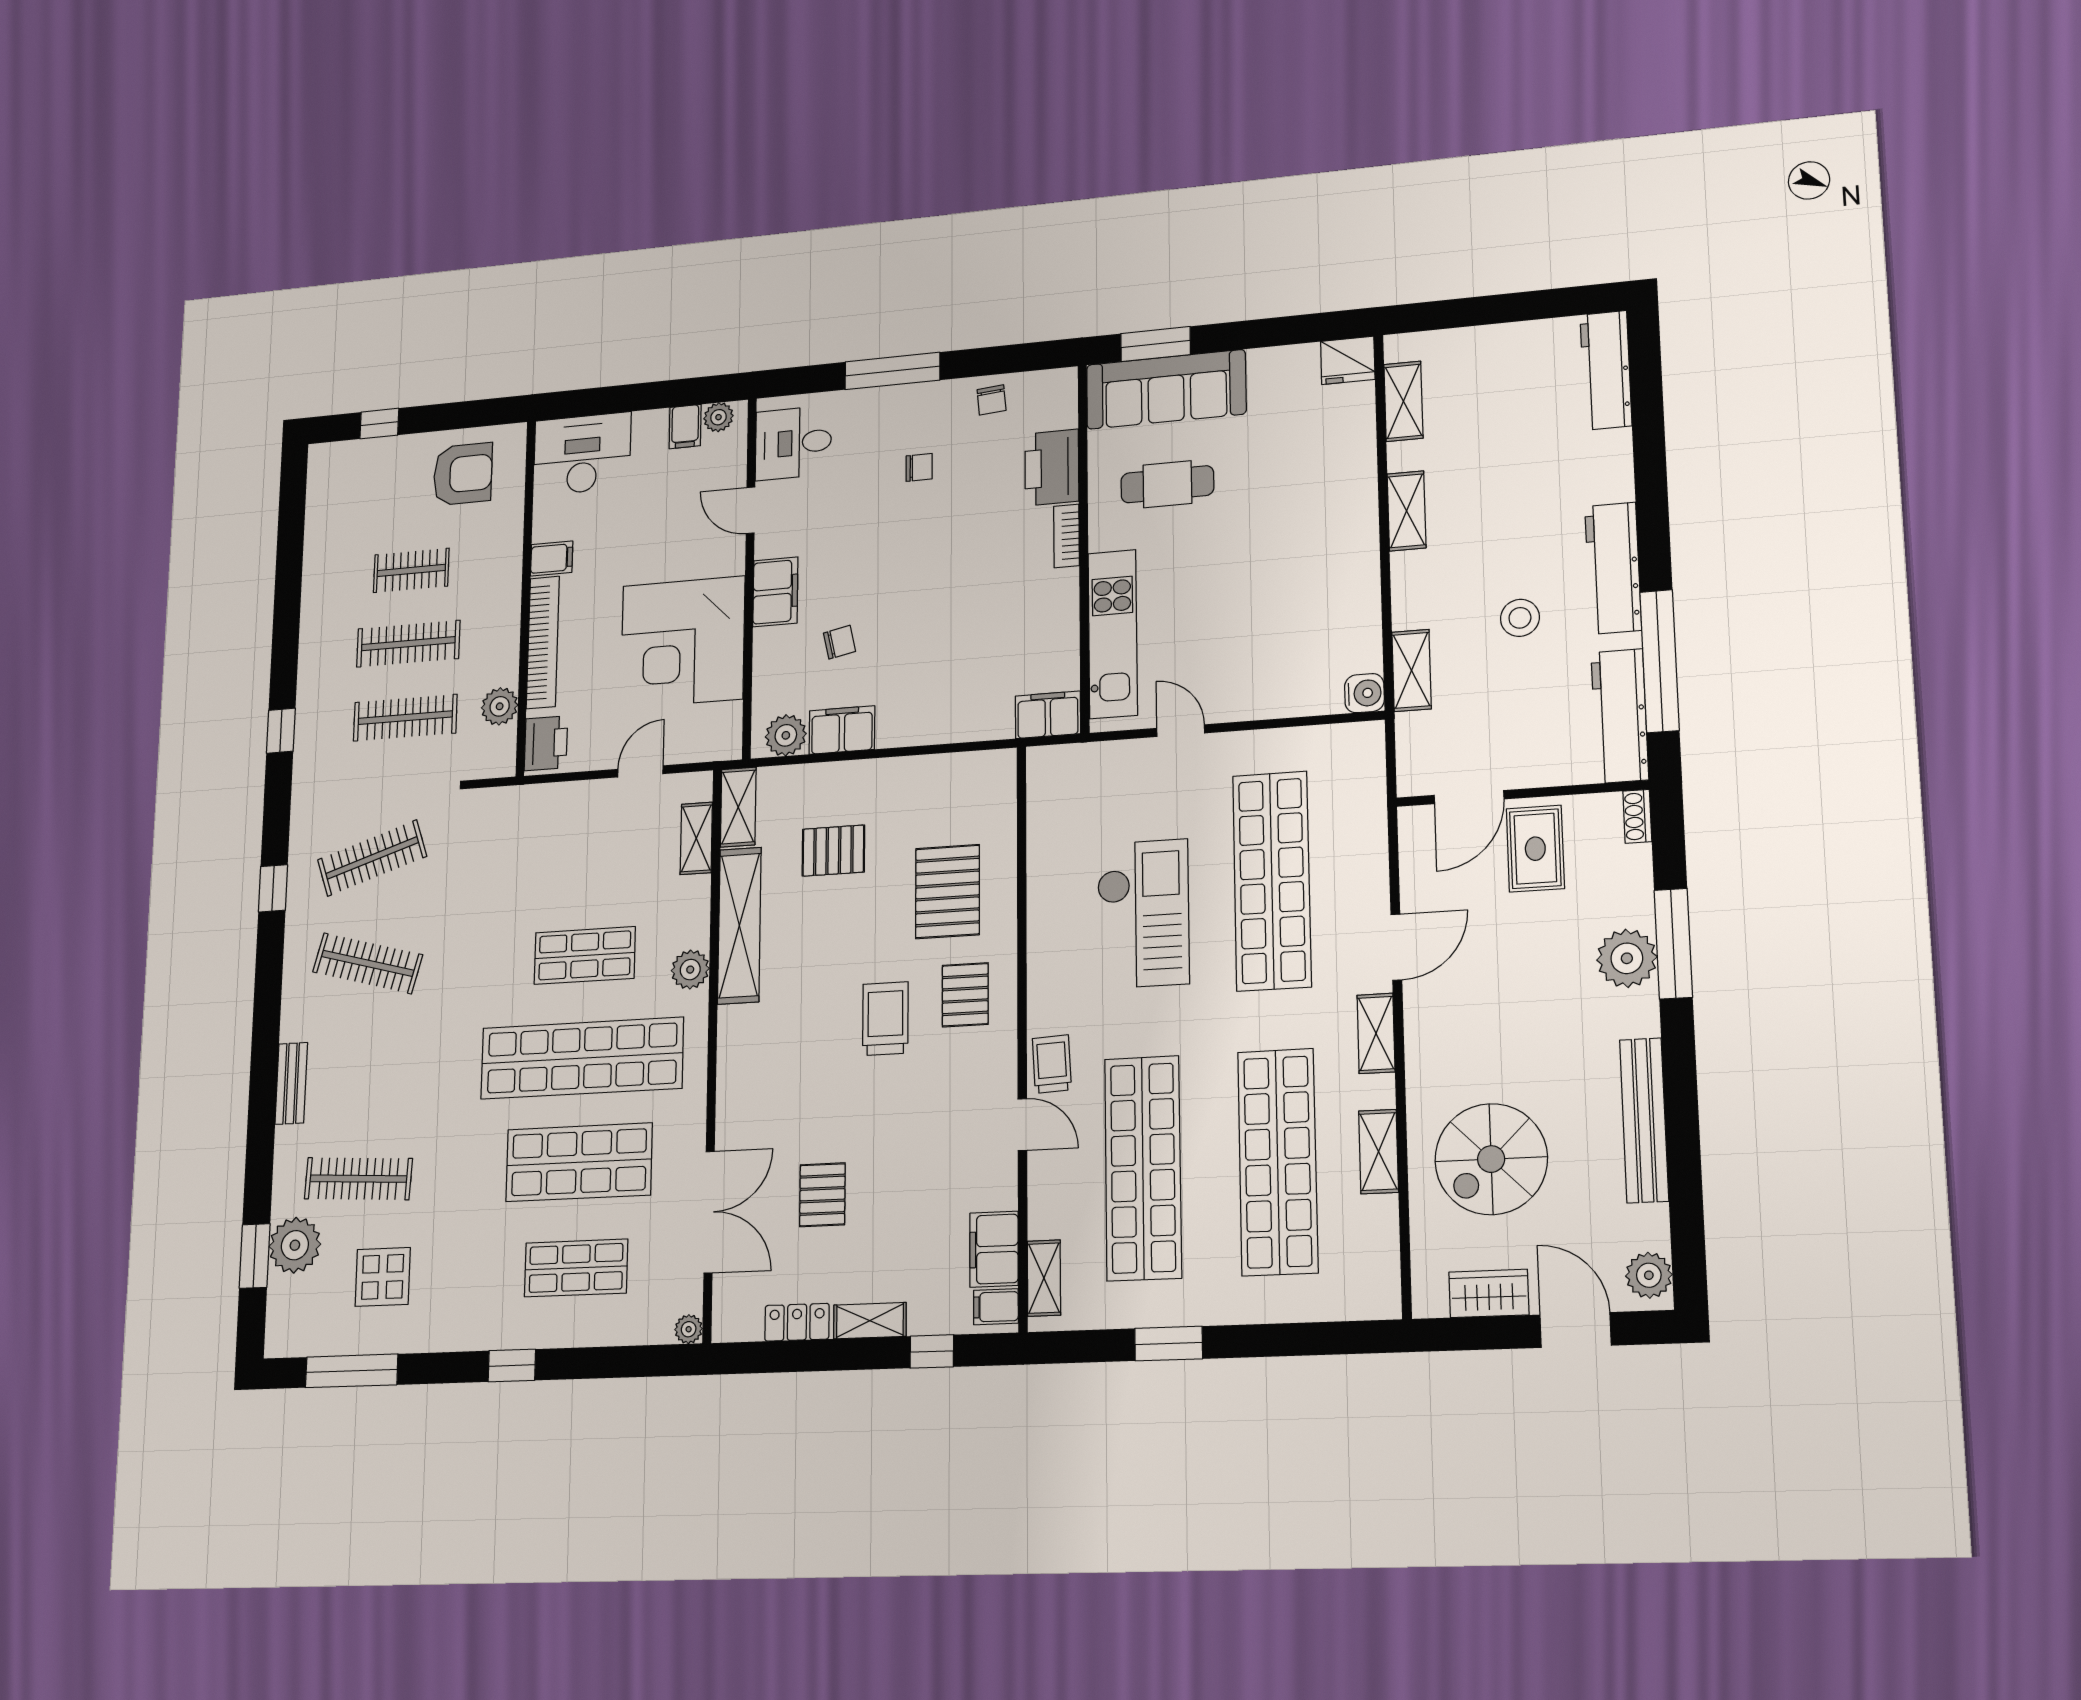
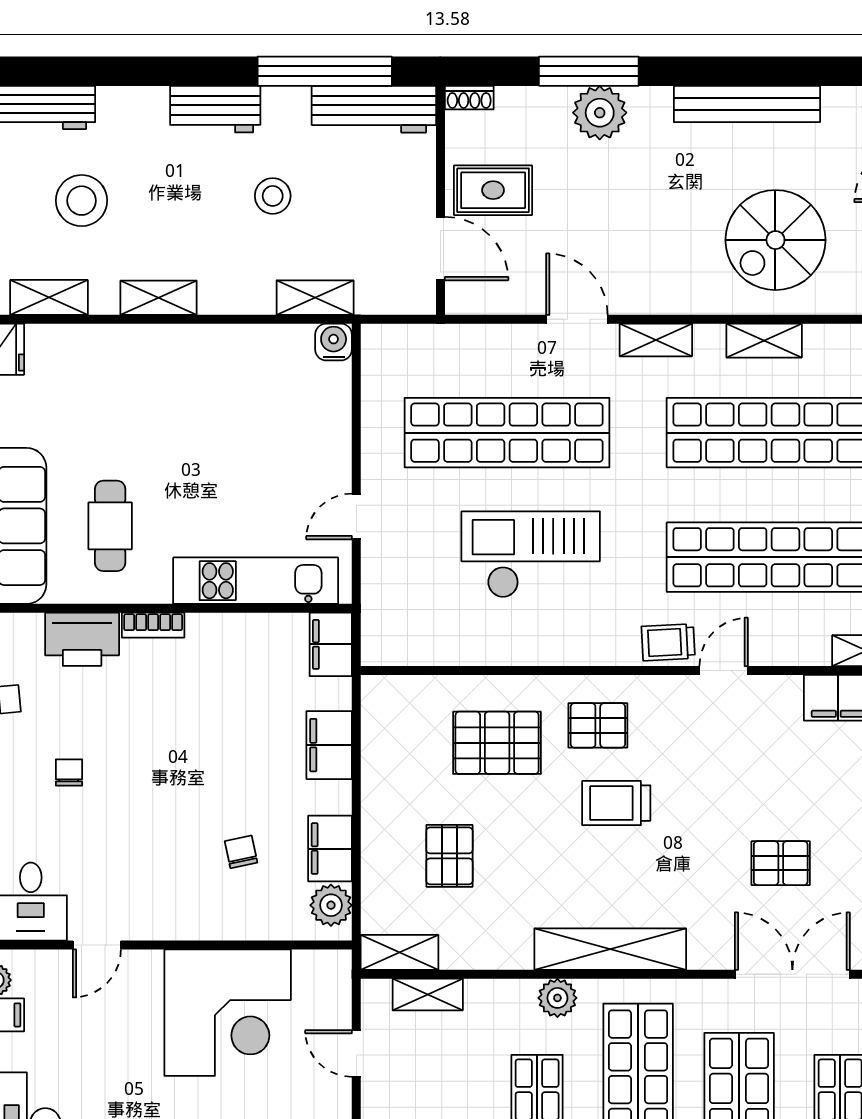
stool: (1507, 424) -> (82, 201), added
workbench: (1613, 568) -> (215, 109), width x0.73
filing cabinet: (775, 592) -> (329, 745), moved, turned -90
shelving: (739, 926) -> (610, 949), moved
spiral stairs: (1491, 1159) -> (775, 240), turned 90

